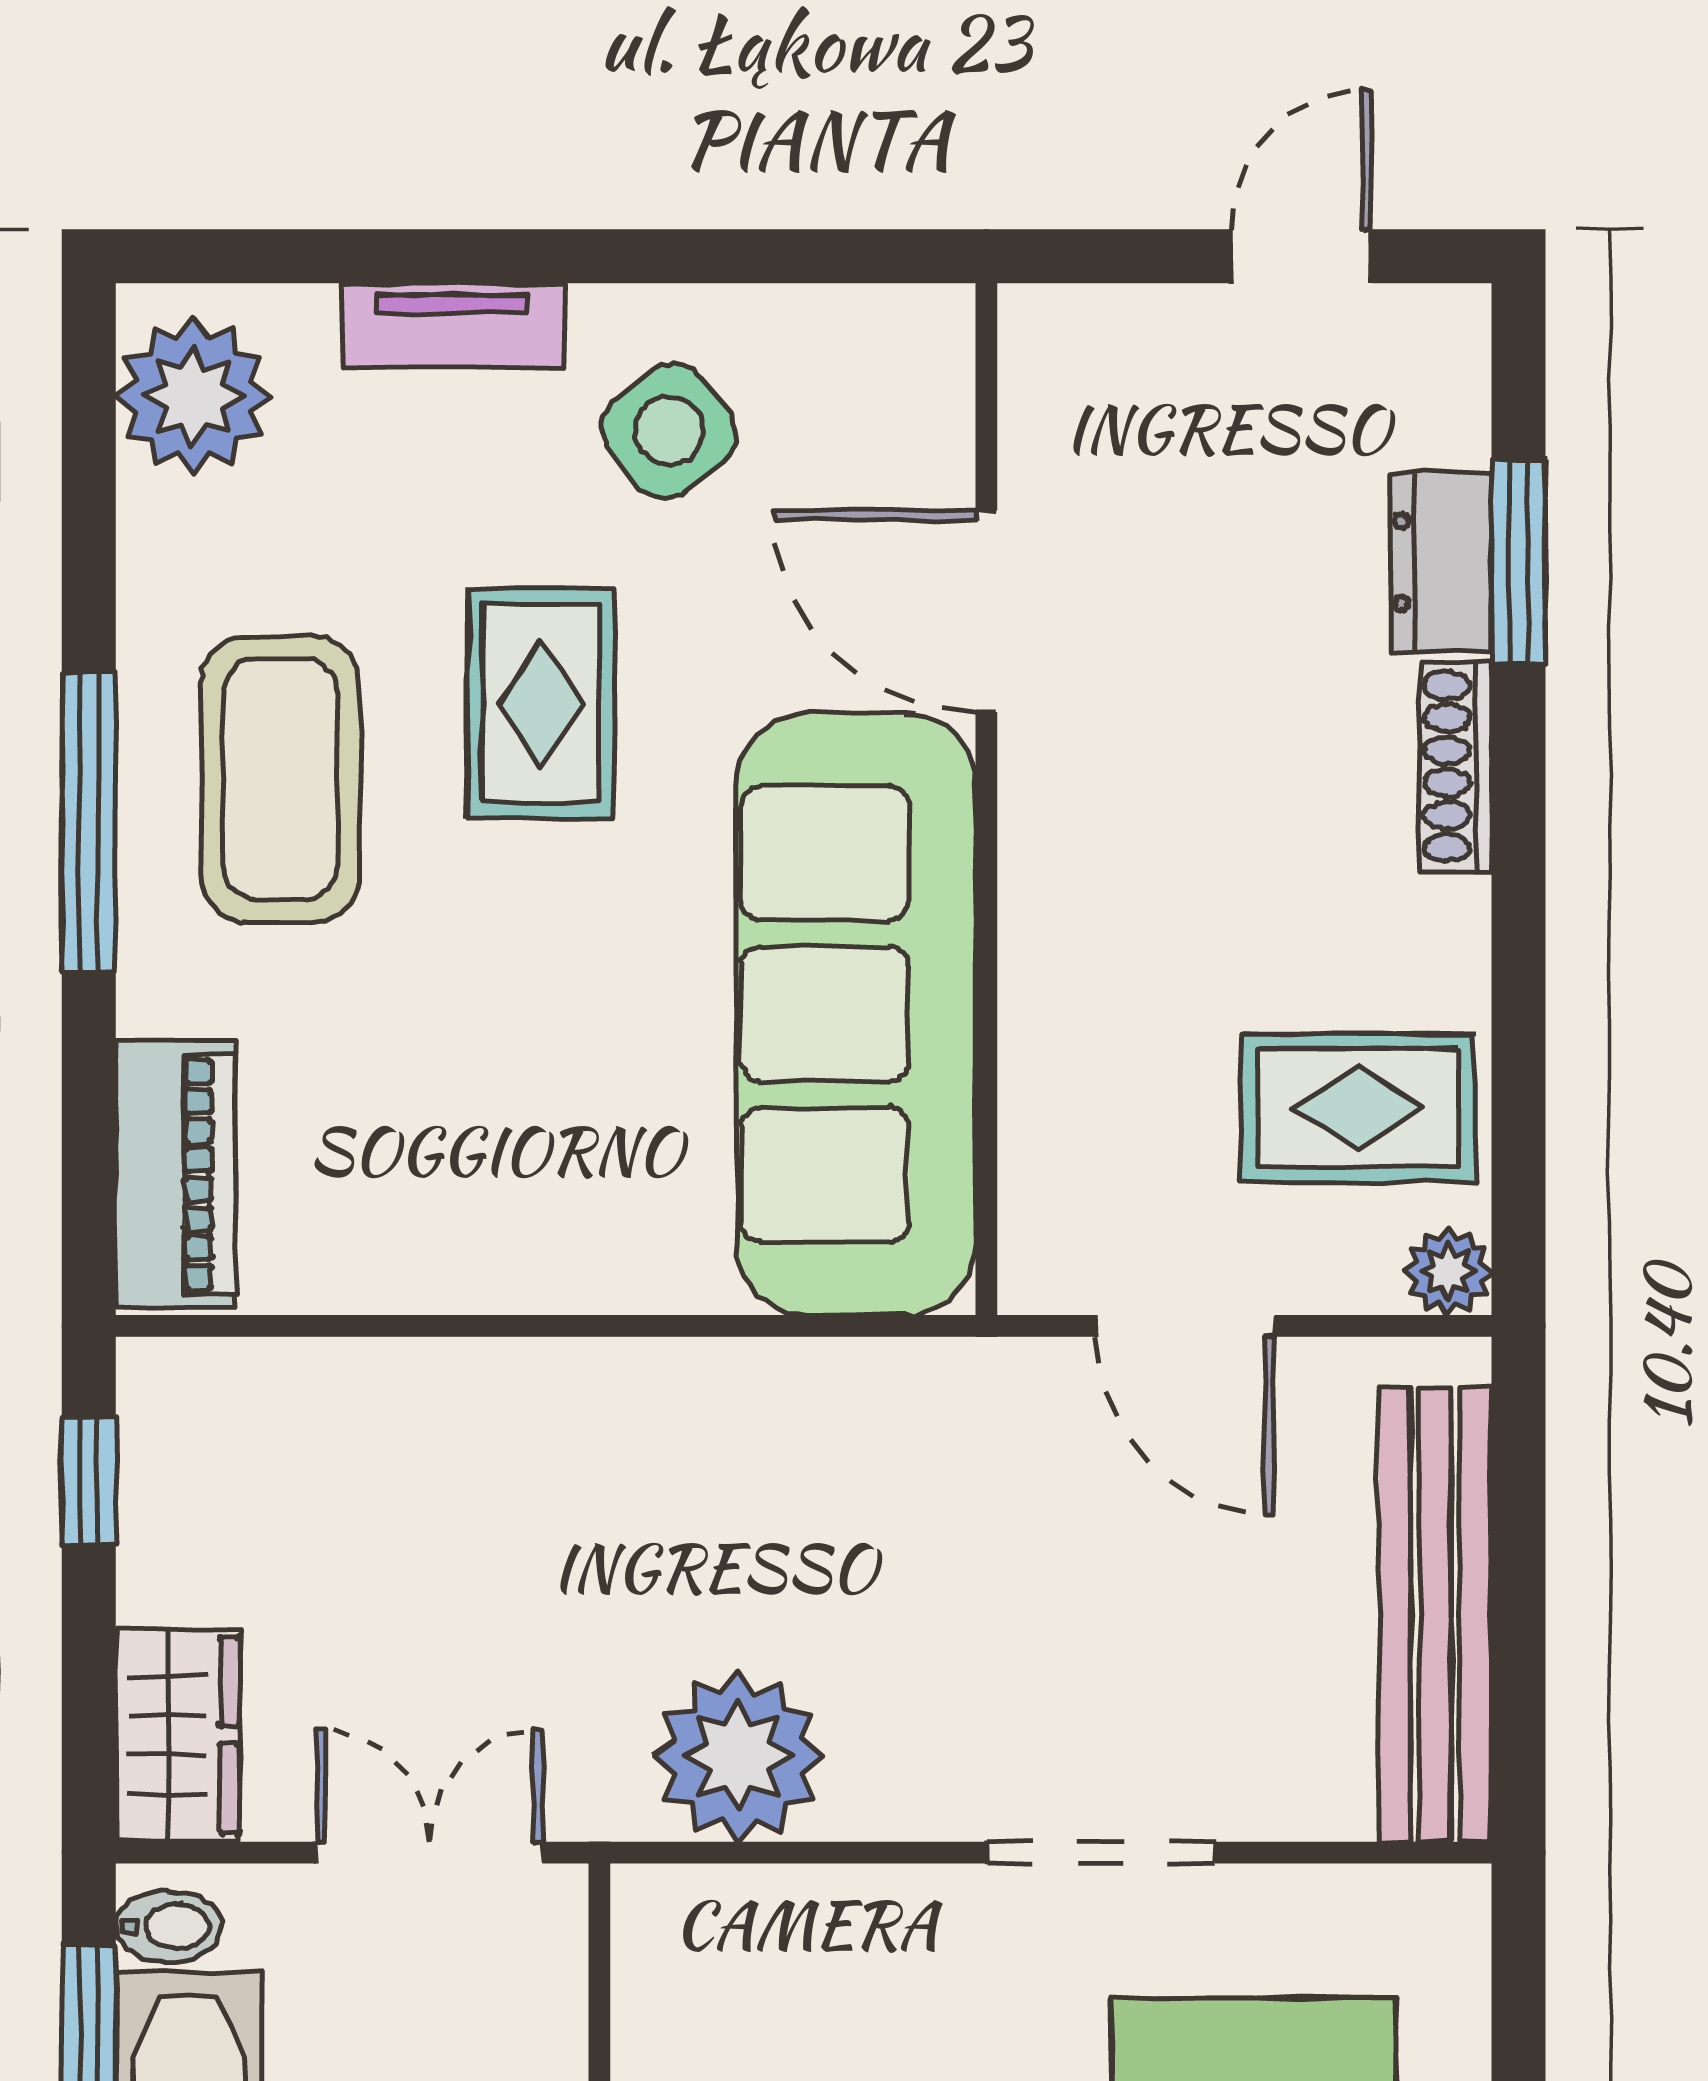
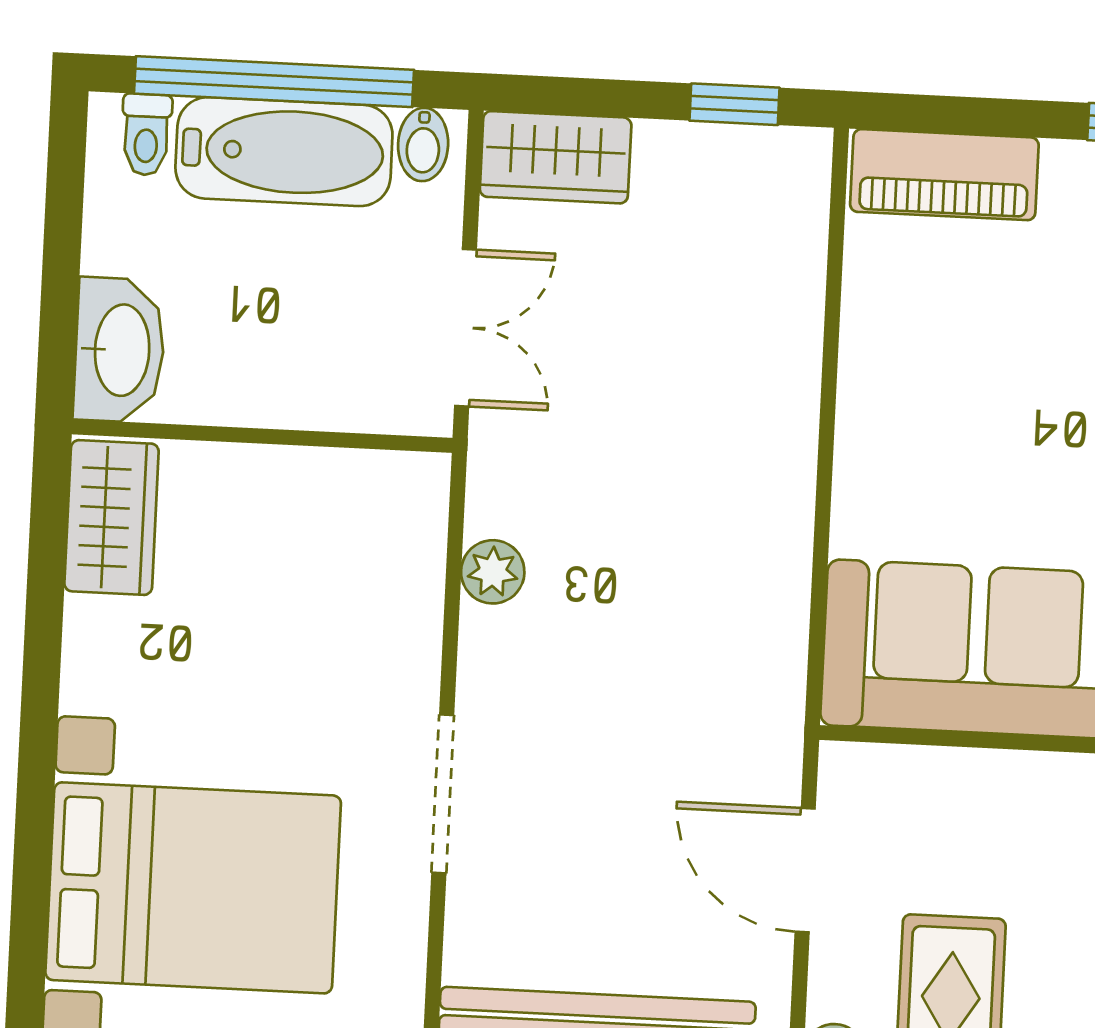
door: (1185, 1326) -> (805, 870), hinge flipped
plant: (738, 1756) -> (493, 572), width x0.53, depth x0.53

